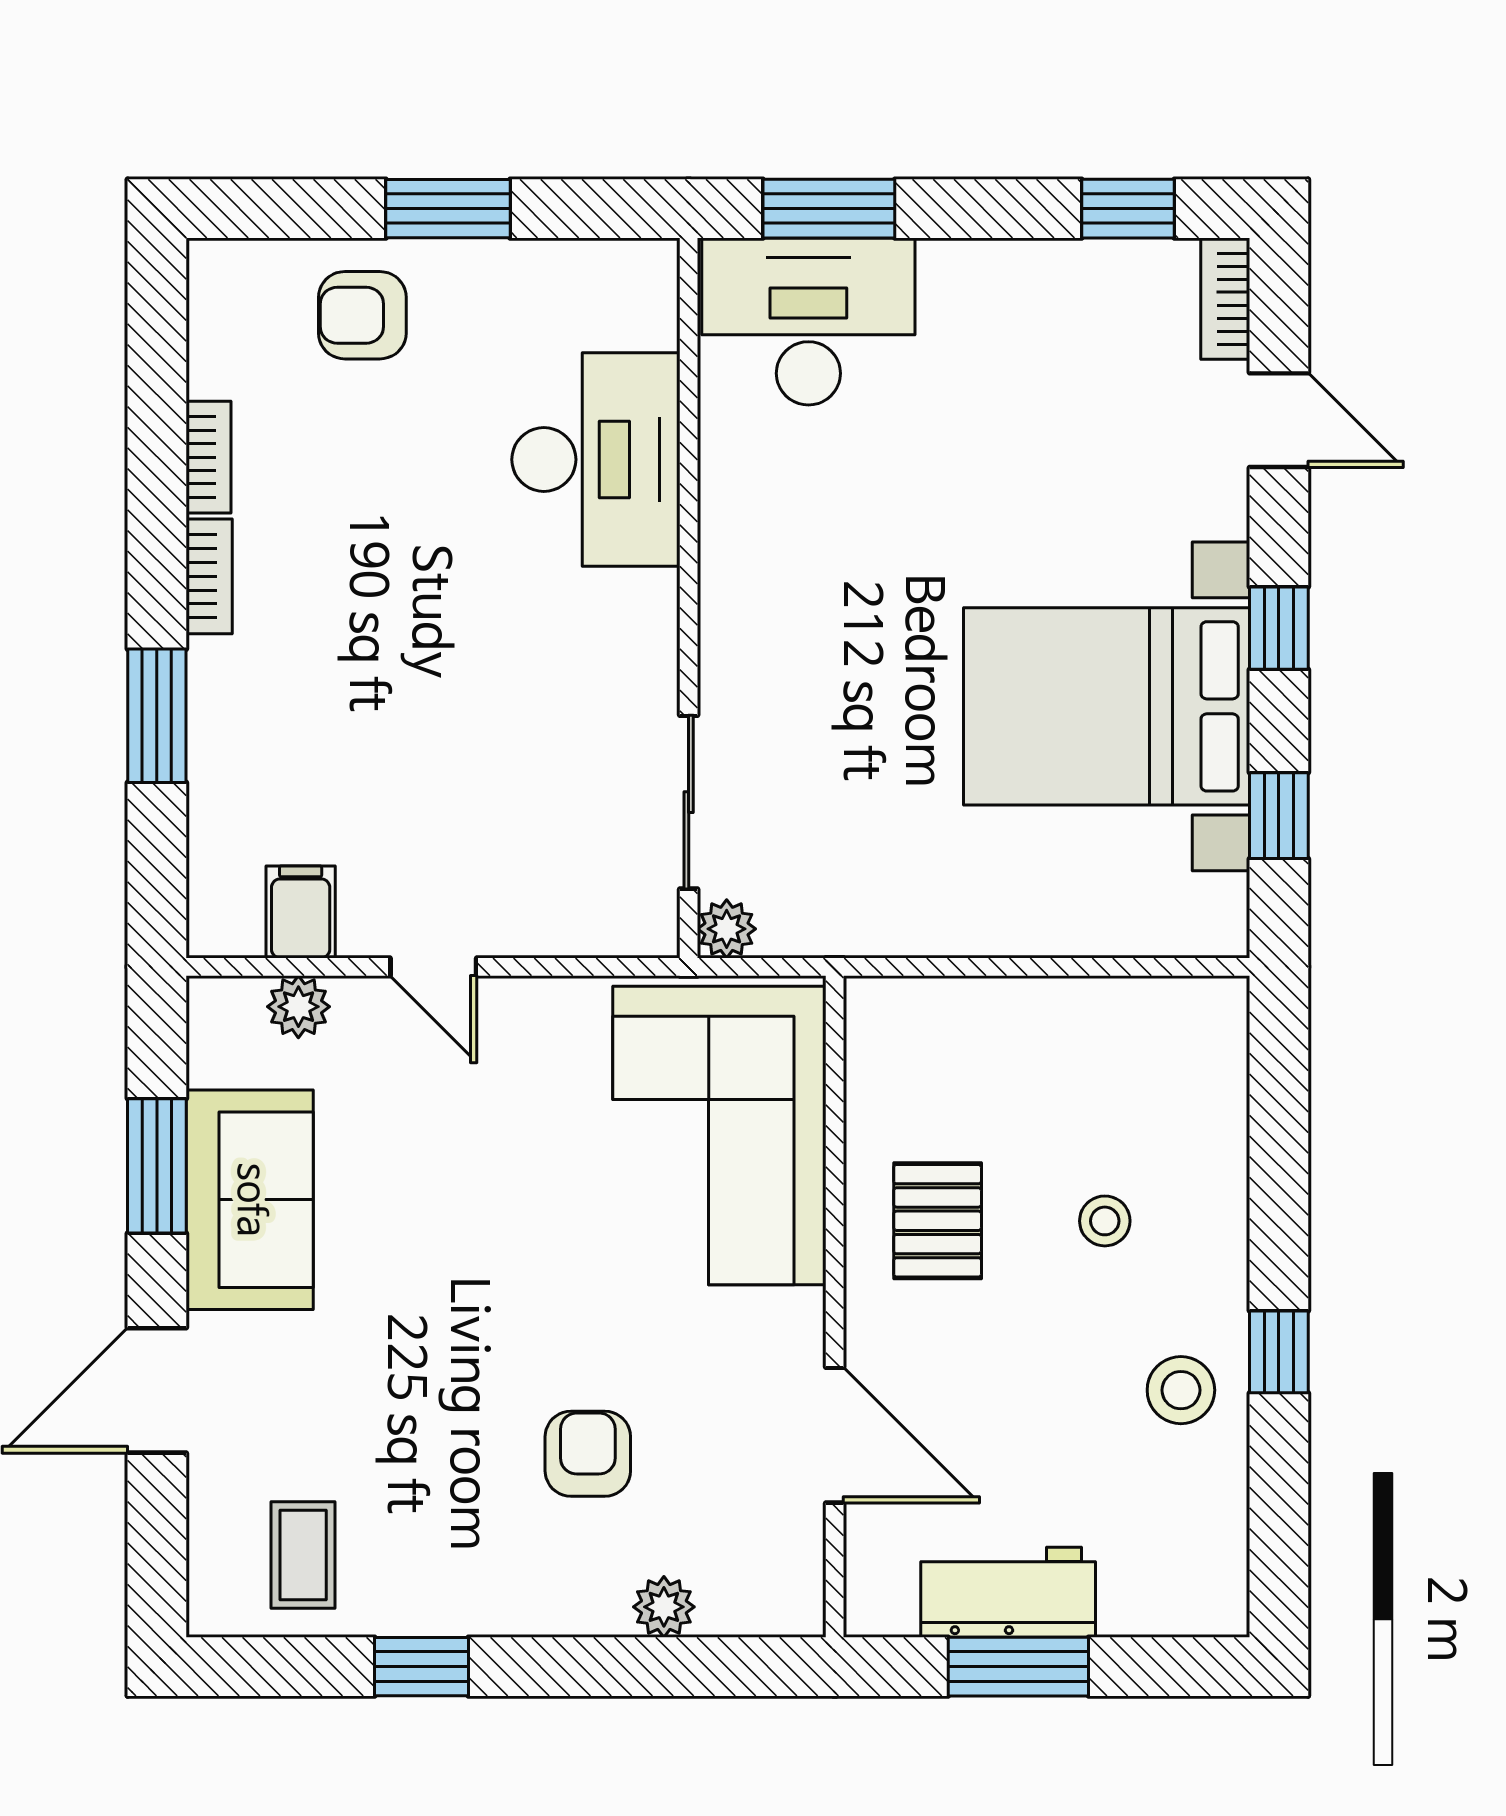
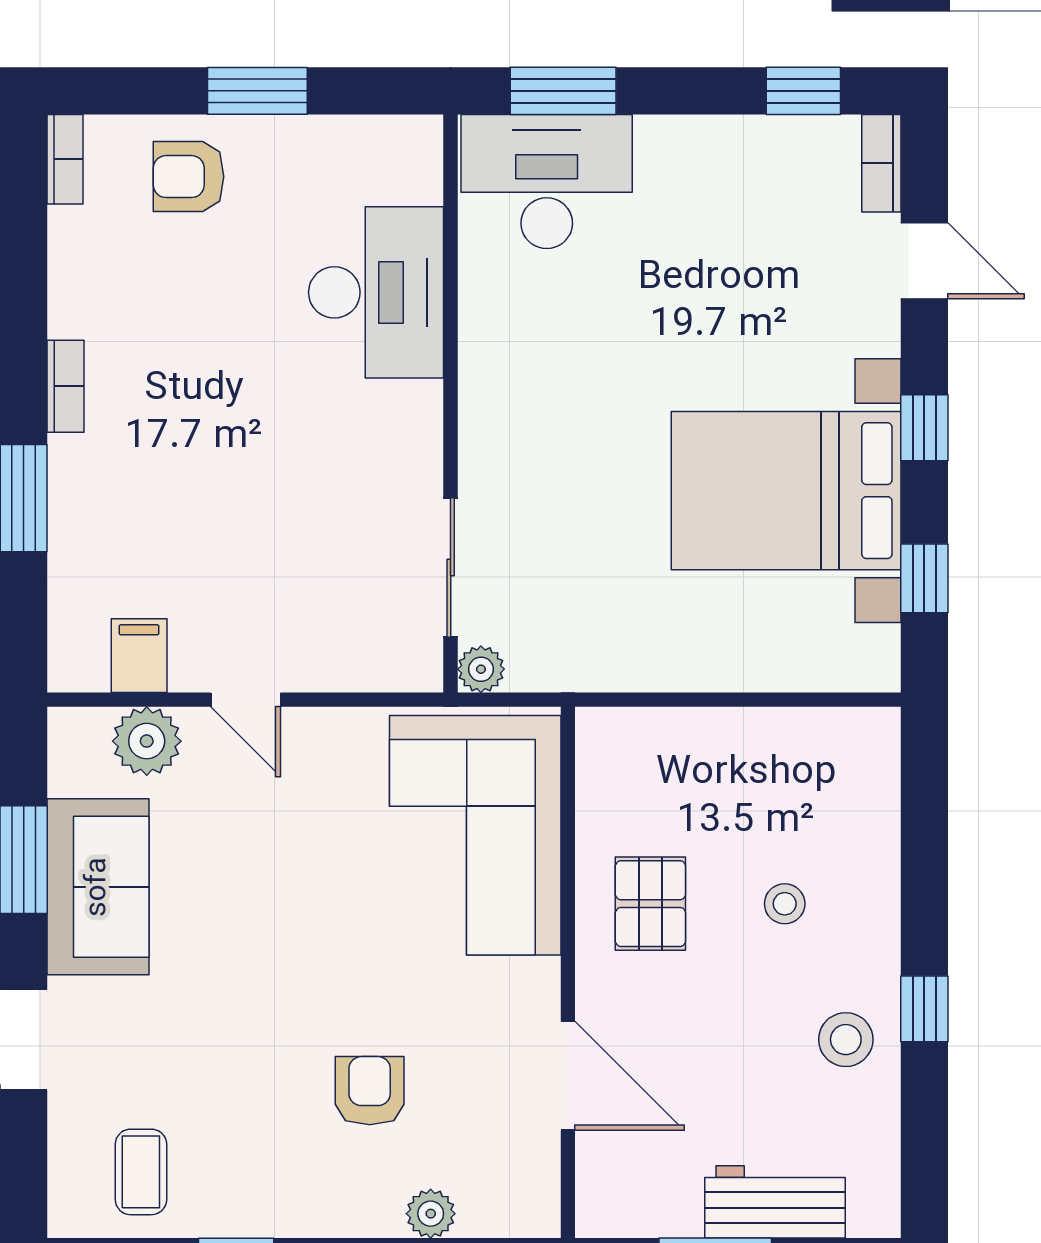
bookcase: (208, 457) -> (65, 159), moved
plant: (298, 1007) -> (147, 741), width x1.38, depth x1.38
workbench: (1008, 1592) -> (775, 1202), moved

